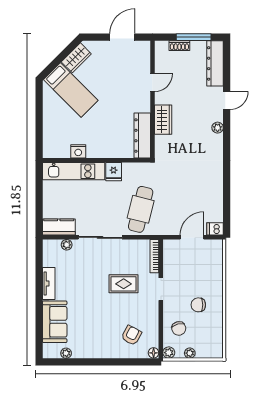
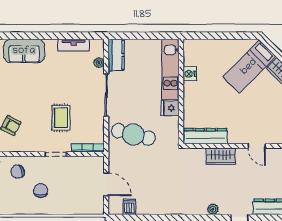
dishwasher: (215, 229) -> (129, 207), moved
tv unit: (49, 283) -> (74, 45), moved

